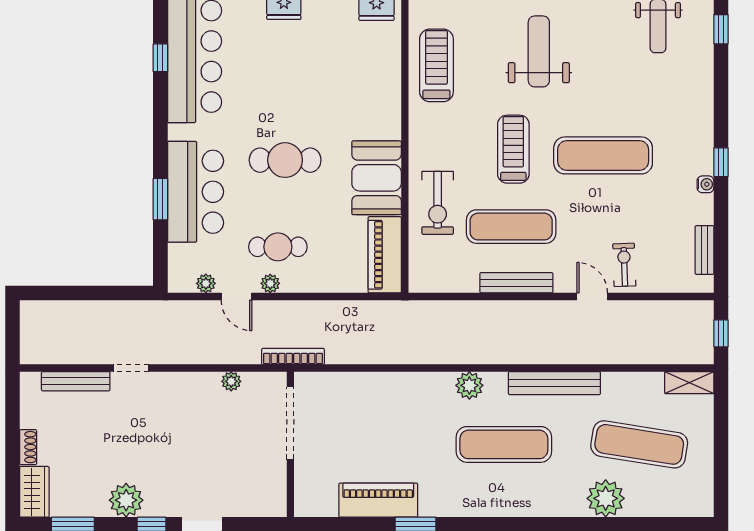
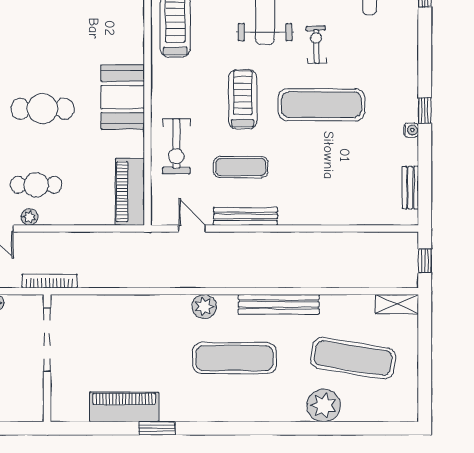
booth: (377, 178) -> (123, 97), moved
exercise mat: (511, 227) -> (241, 167), width x0.73, depth x0.69
exercise bike: (624, 265) -> (316, 45), moved
door: (592, 297) -> (192, 228), moved

